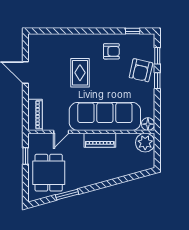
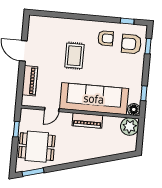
armchair: (141, 70) -> (131, 44), moved, turned 77
window: (157, 81) -> (144, 93), moved
piano: (35, 115) -> (30, 81), moved
dining table: (49, 173) -> (37, 147), turned 90
window: (67, 195) -> (33, 172), moved

